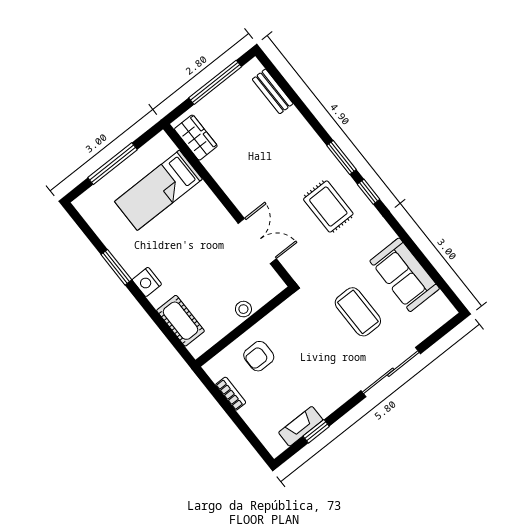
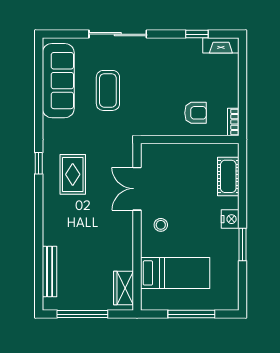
bench: (273, 91) -> (50, 272), width x1.36
window: (341, 157) -> (39, 200), removed
sofa: (405, 275) -> (58, 81), width x1.36
stool: (243, 309) -> (161, 225), moved
bookcase: (231, 394) -> (233, 122), moved
fireplace: (301, 426) -> (221, 45), moved

